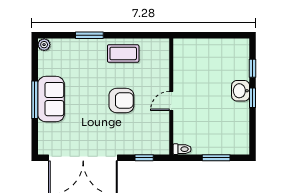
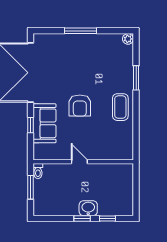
wall: (171, 96) -> (83, 162), moved
sofa: (51, 99) -> (45, 123), moved, turned -90
door: (171, 101) -> (79, 162), moved
toilet: (182, 149) -> (38, 171), moved

